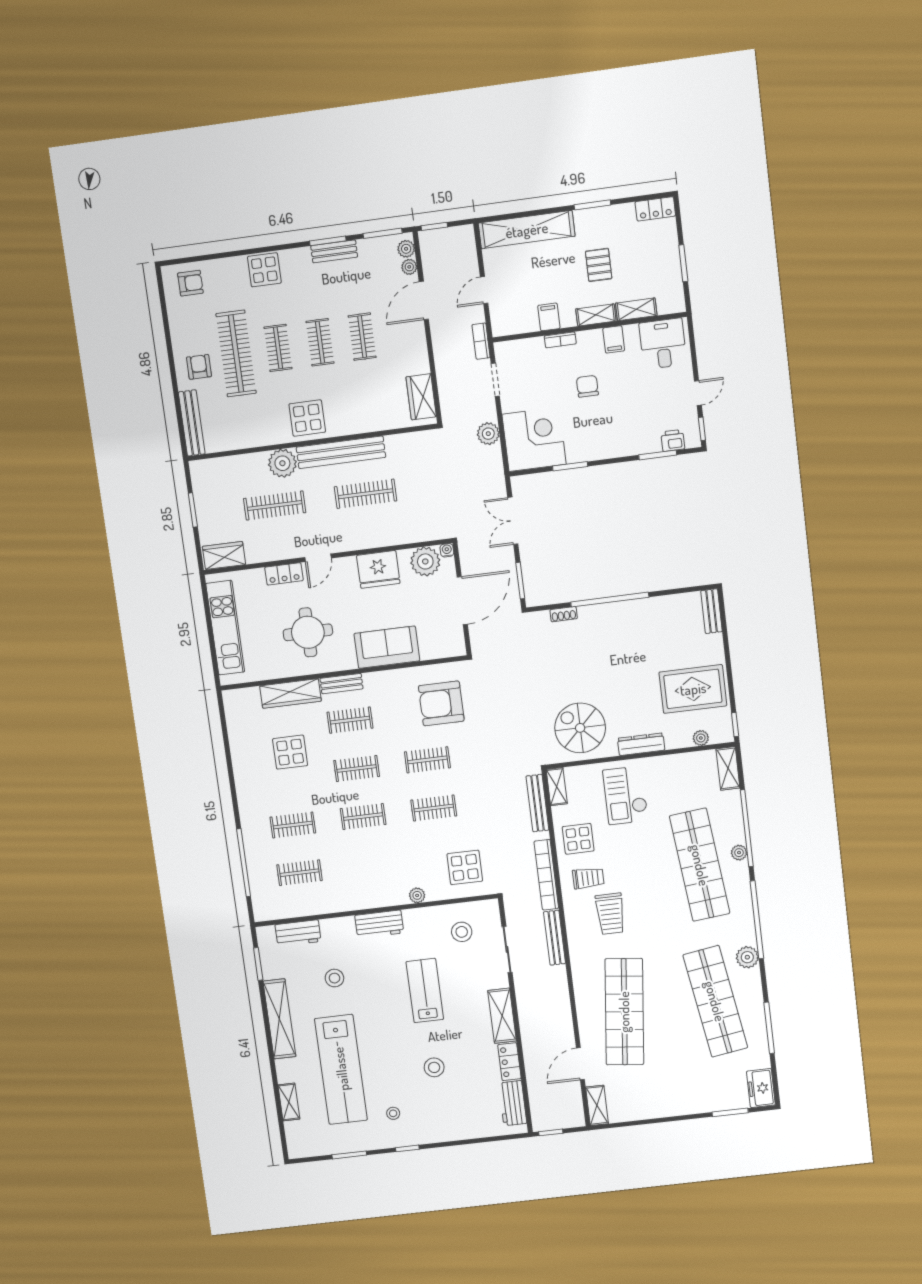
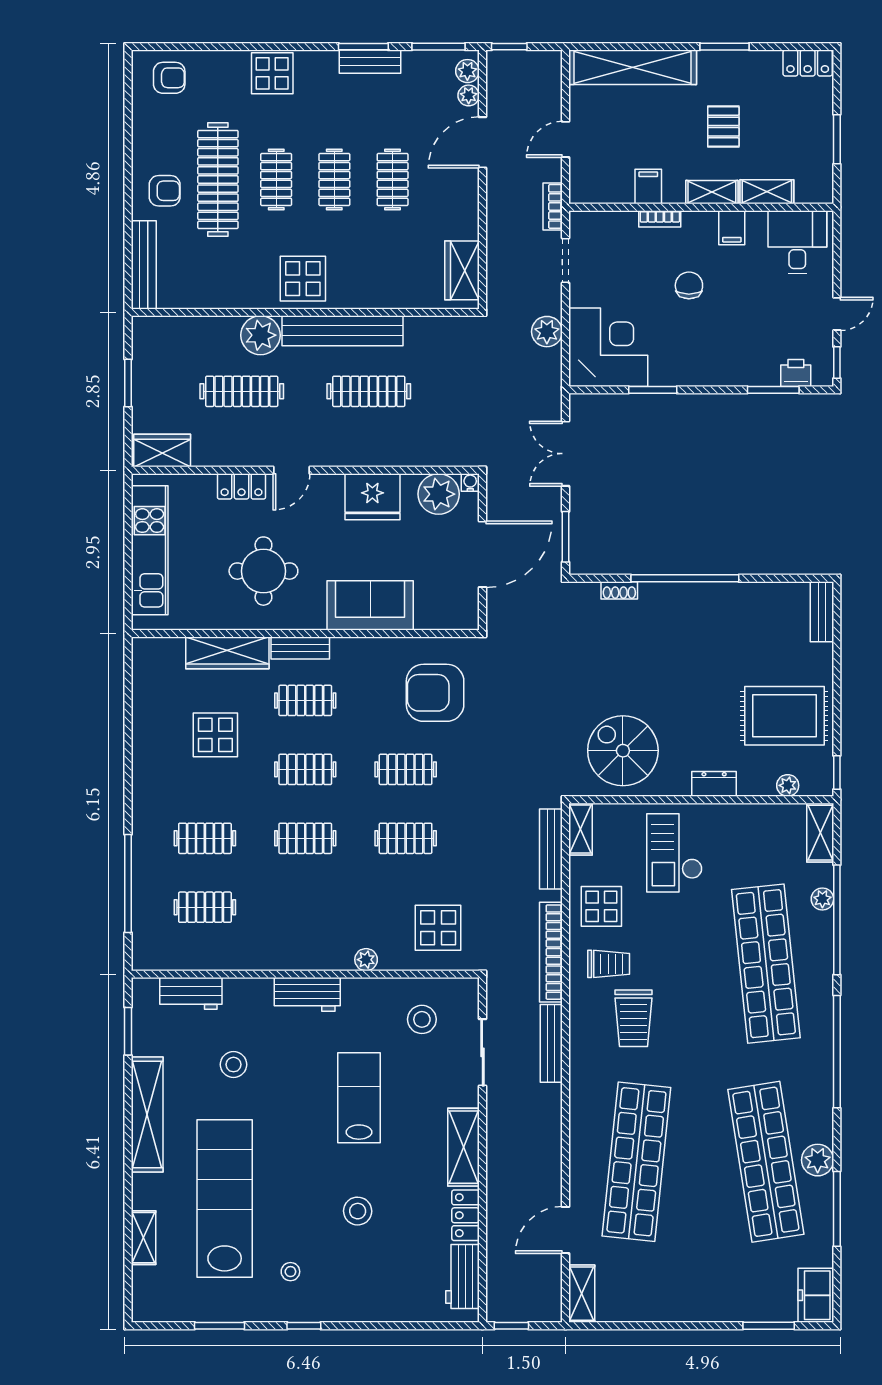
armchair: (199, 367) -> (165, 191), turned 90
dresser: (641, 744) -> (714, 784), width x0.70
plant: (739, 853) -> (822, 899), moved
plant: (747, 957) -> (818, 1160), moved
lab bench: (341, 1069) -> (225, 1199), turned 180

